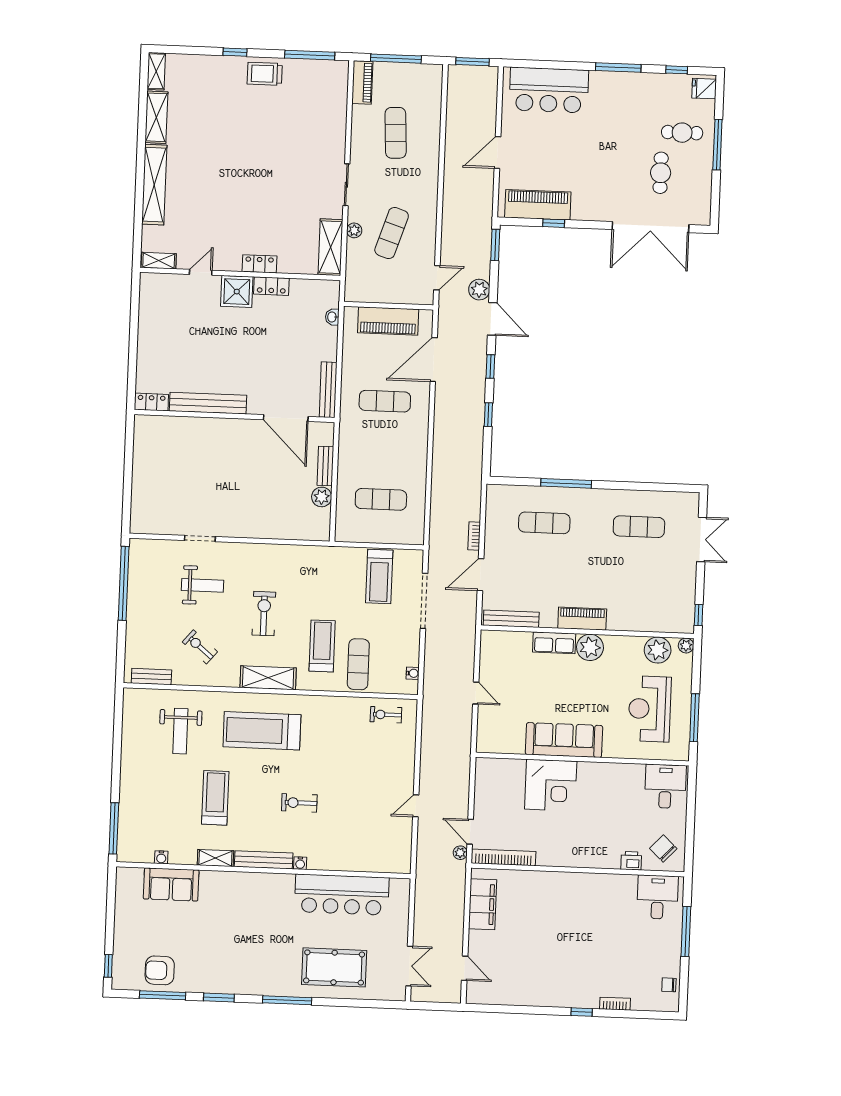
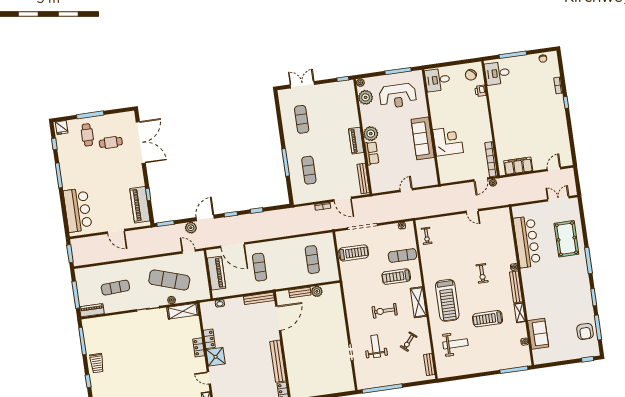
exercise mat: (392, 233) -> (169, 280), width x1.36, depth x1.45

